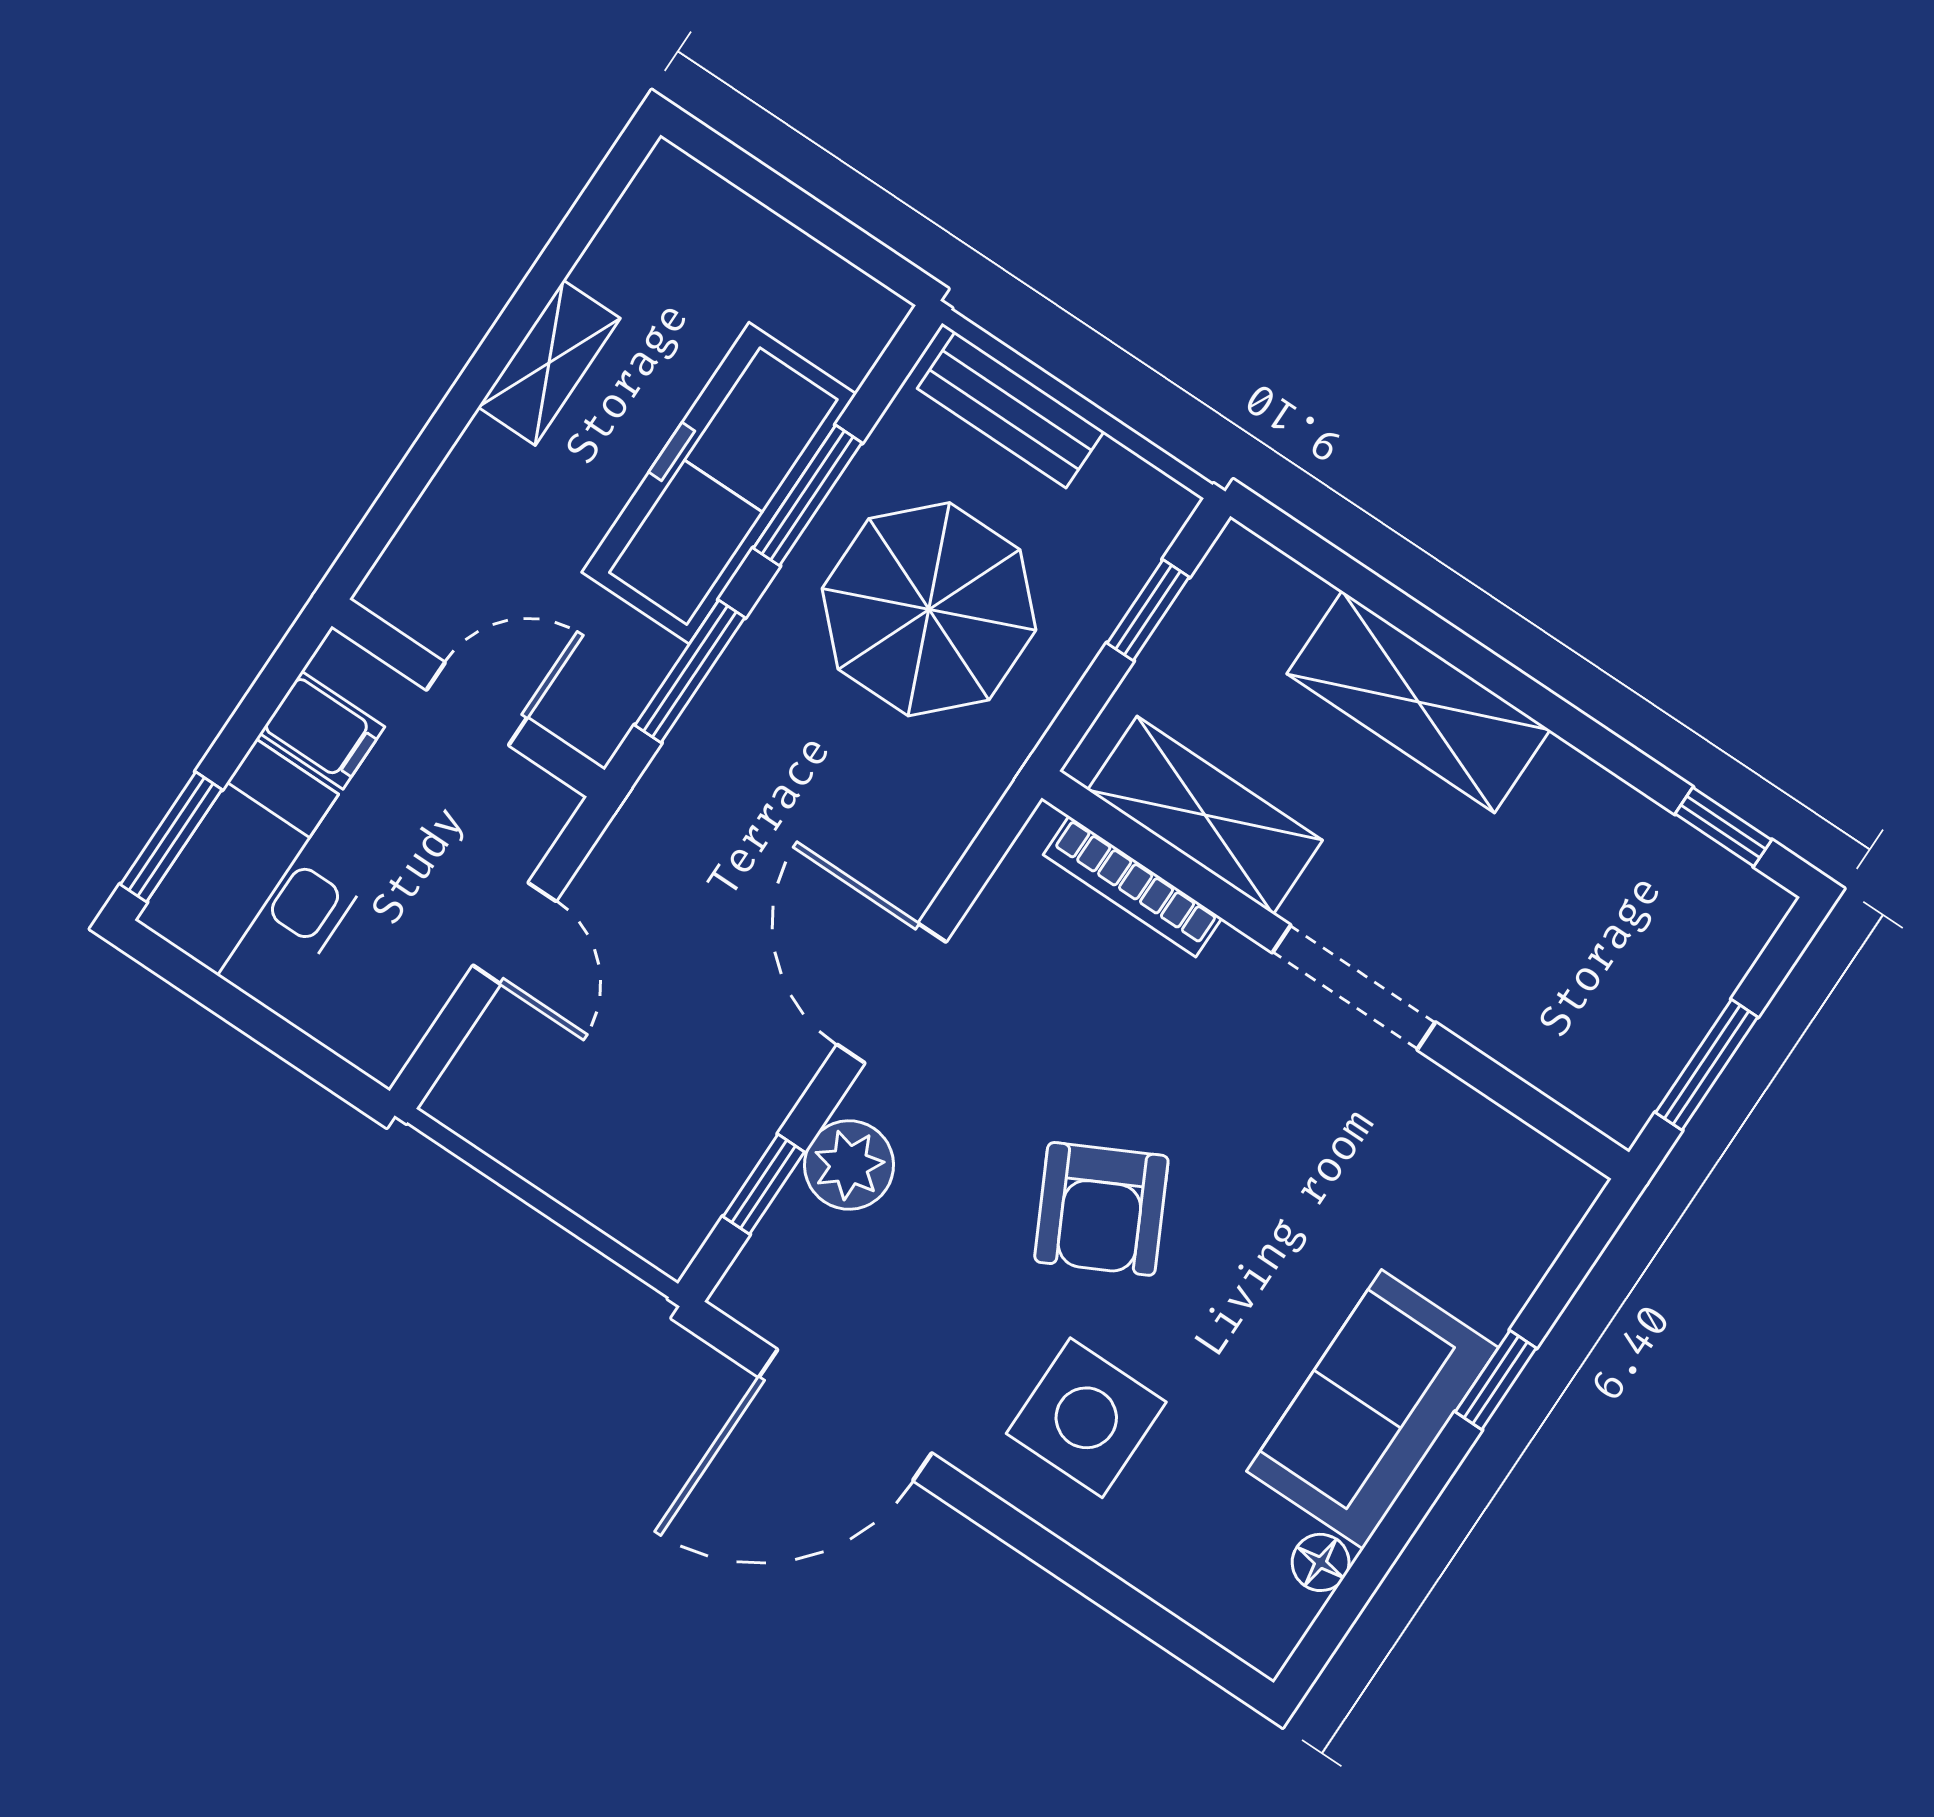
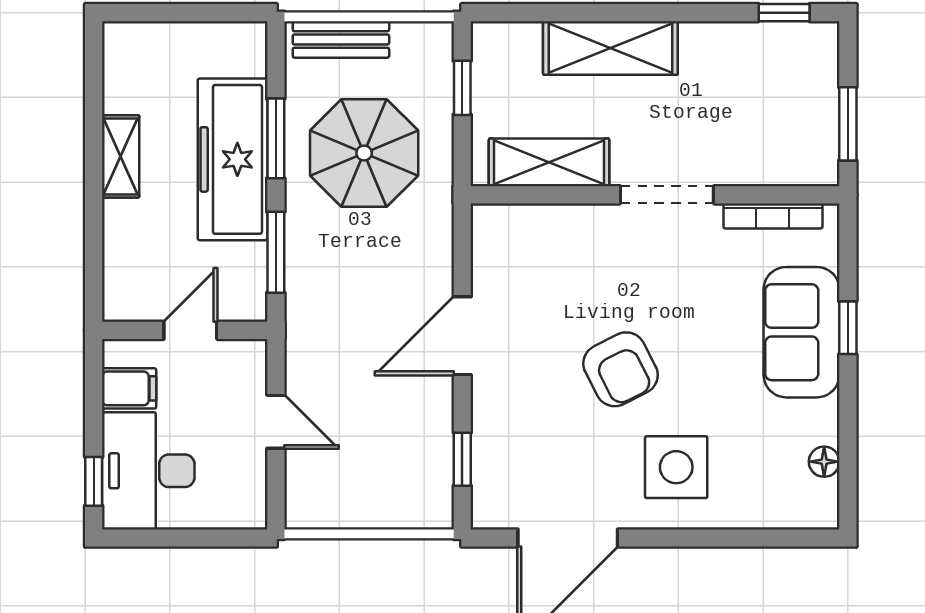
window: (171, 837) -> (94, 481), width x0.67
bookcase: (1132, 886) -> (773, 216), moved
door: (892, 993) -> (462, 336), hinge flipped
plant: (849, 1165) -> (495, 425), removed
sofa: (1373, 1409) -> (802, 332), moved

